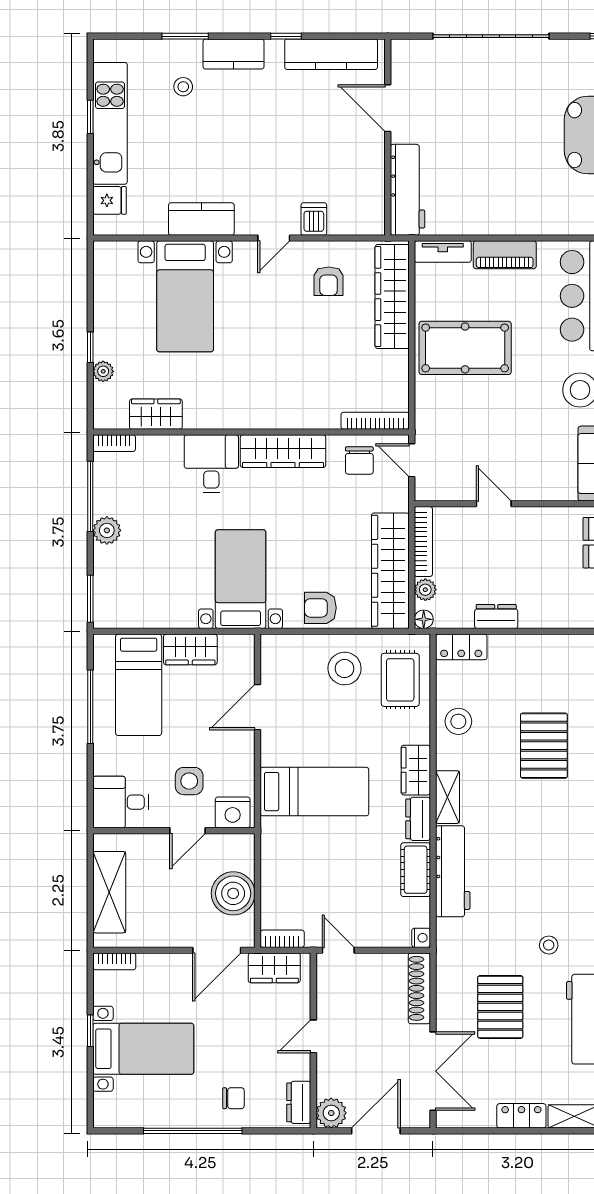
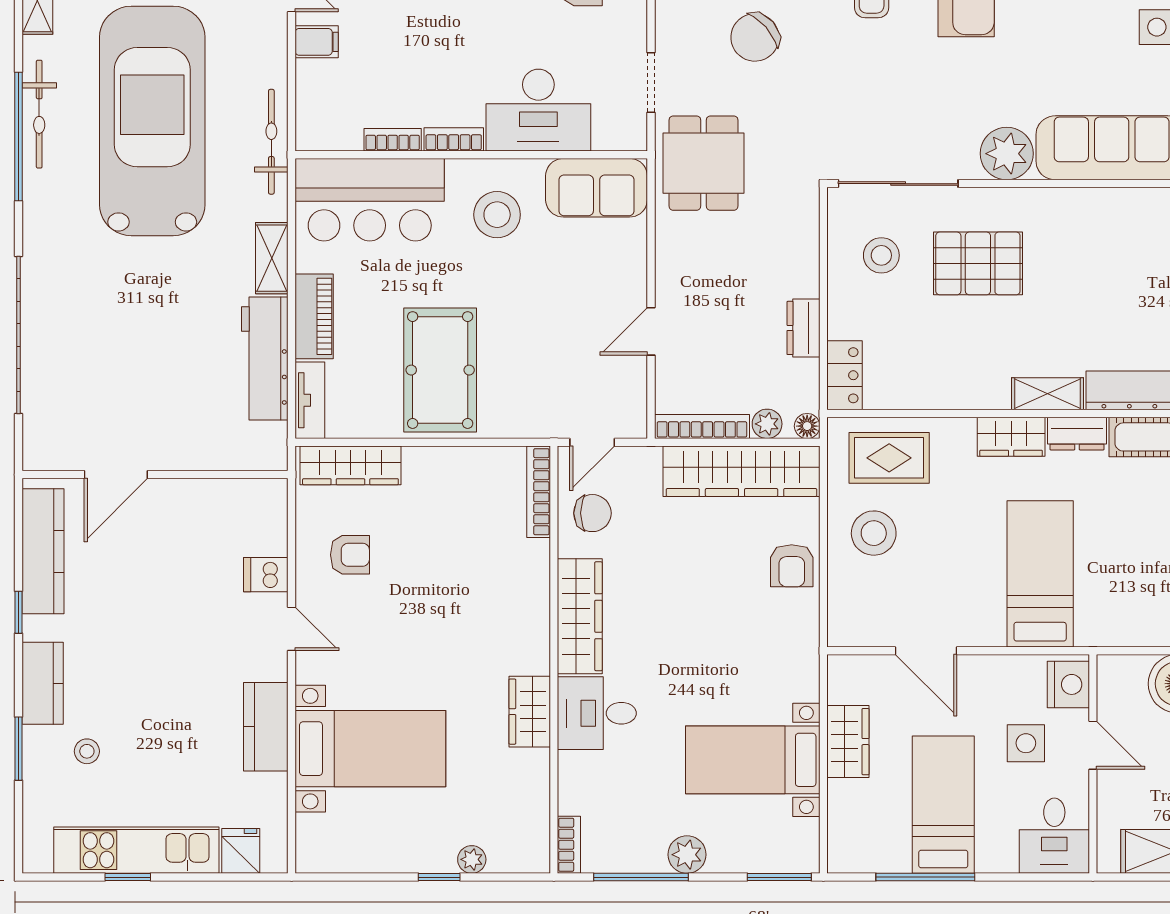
workbench: (408, 190) -> (265, 358), moved, turned -90
shelving: (548, 223) -> (272, 258), added
wardrobe: (392, 297) -> (350, 465), width x0.71, depth x0.85
wardrobe: (156, 414) -> (530, 712), moved
bed with nightstands: (241, 579) -> (753, 760), moved
bed: (139, 685) -> (943, 805), moved, turned -90
stool: (458, 721) -> (881, 255), moved

